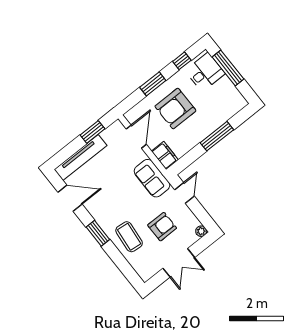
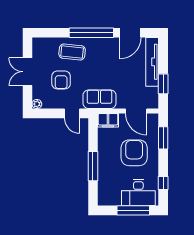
desk: (205, 72) -> (138, 193), width x1.37
window: (153, 84) -> (163, 138), moved
window: (98, 233) -> (91, 33), width x2.11

